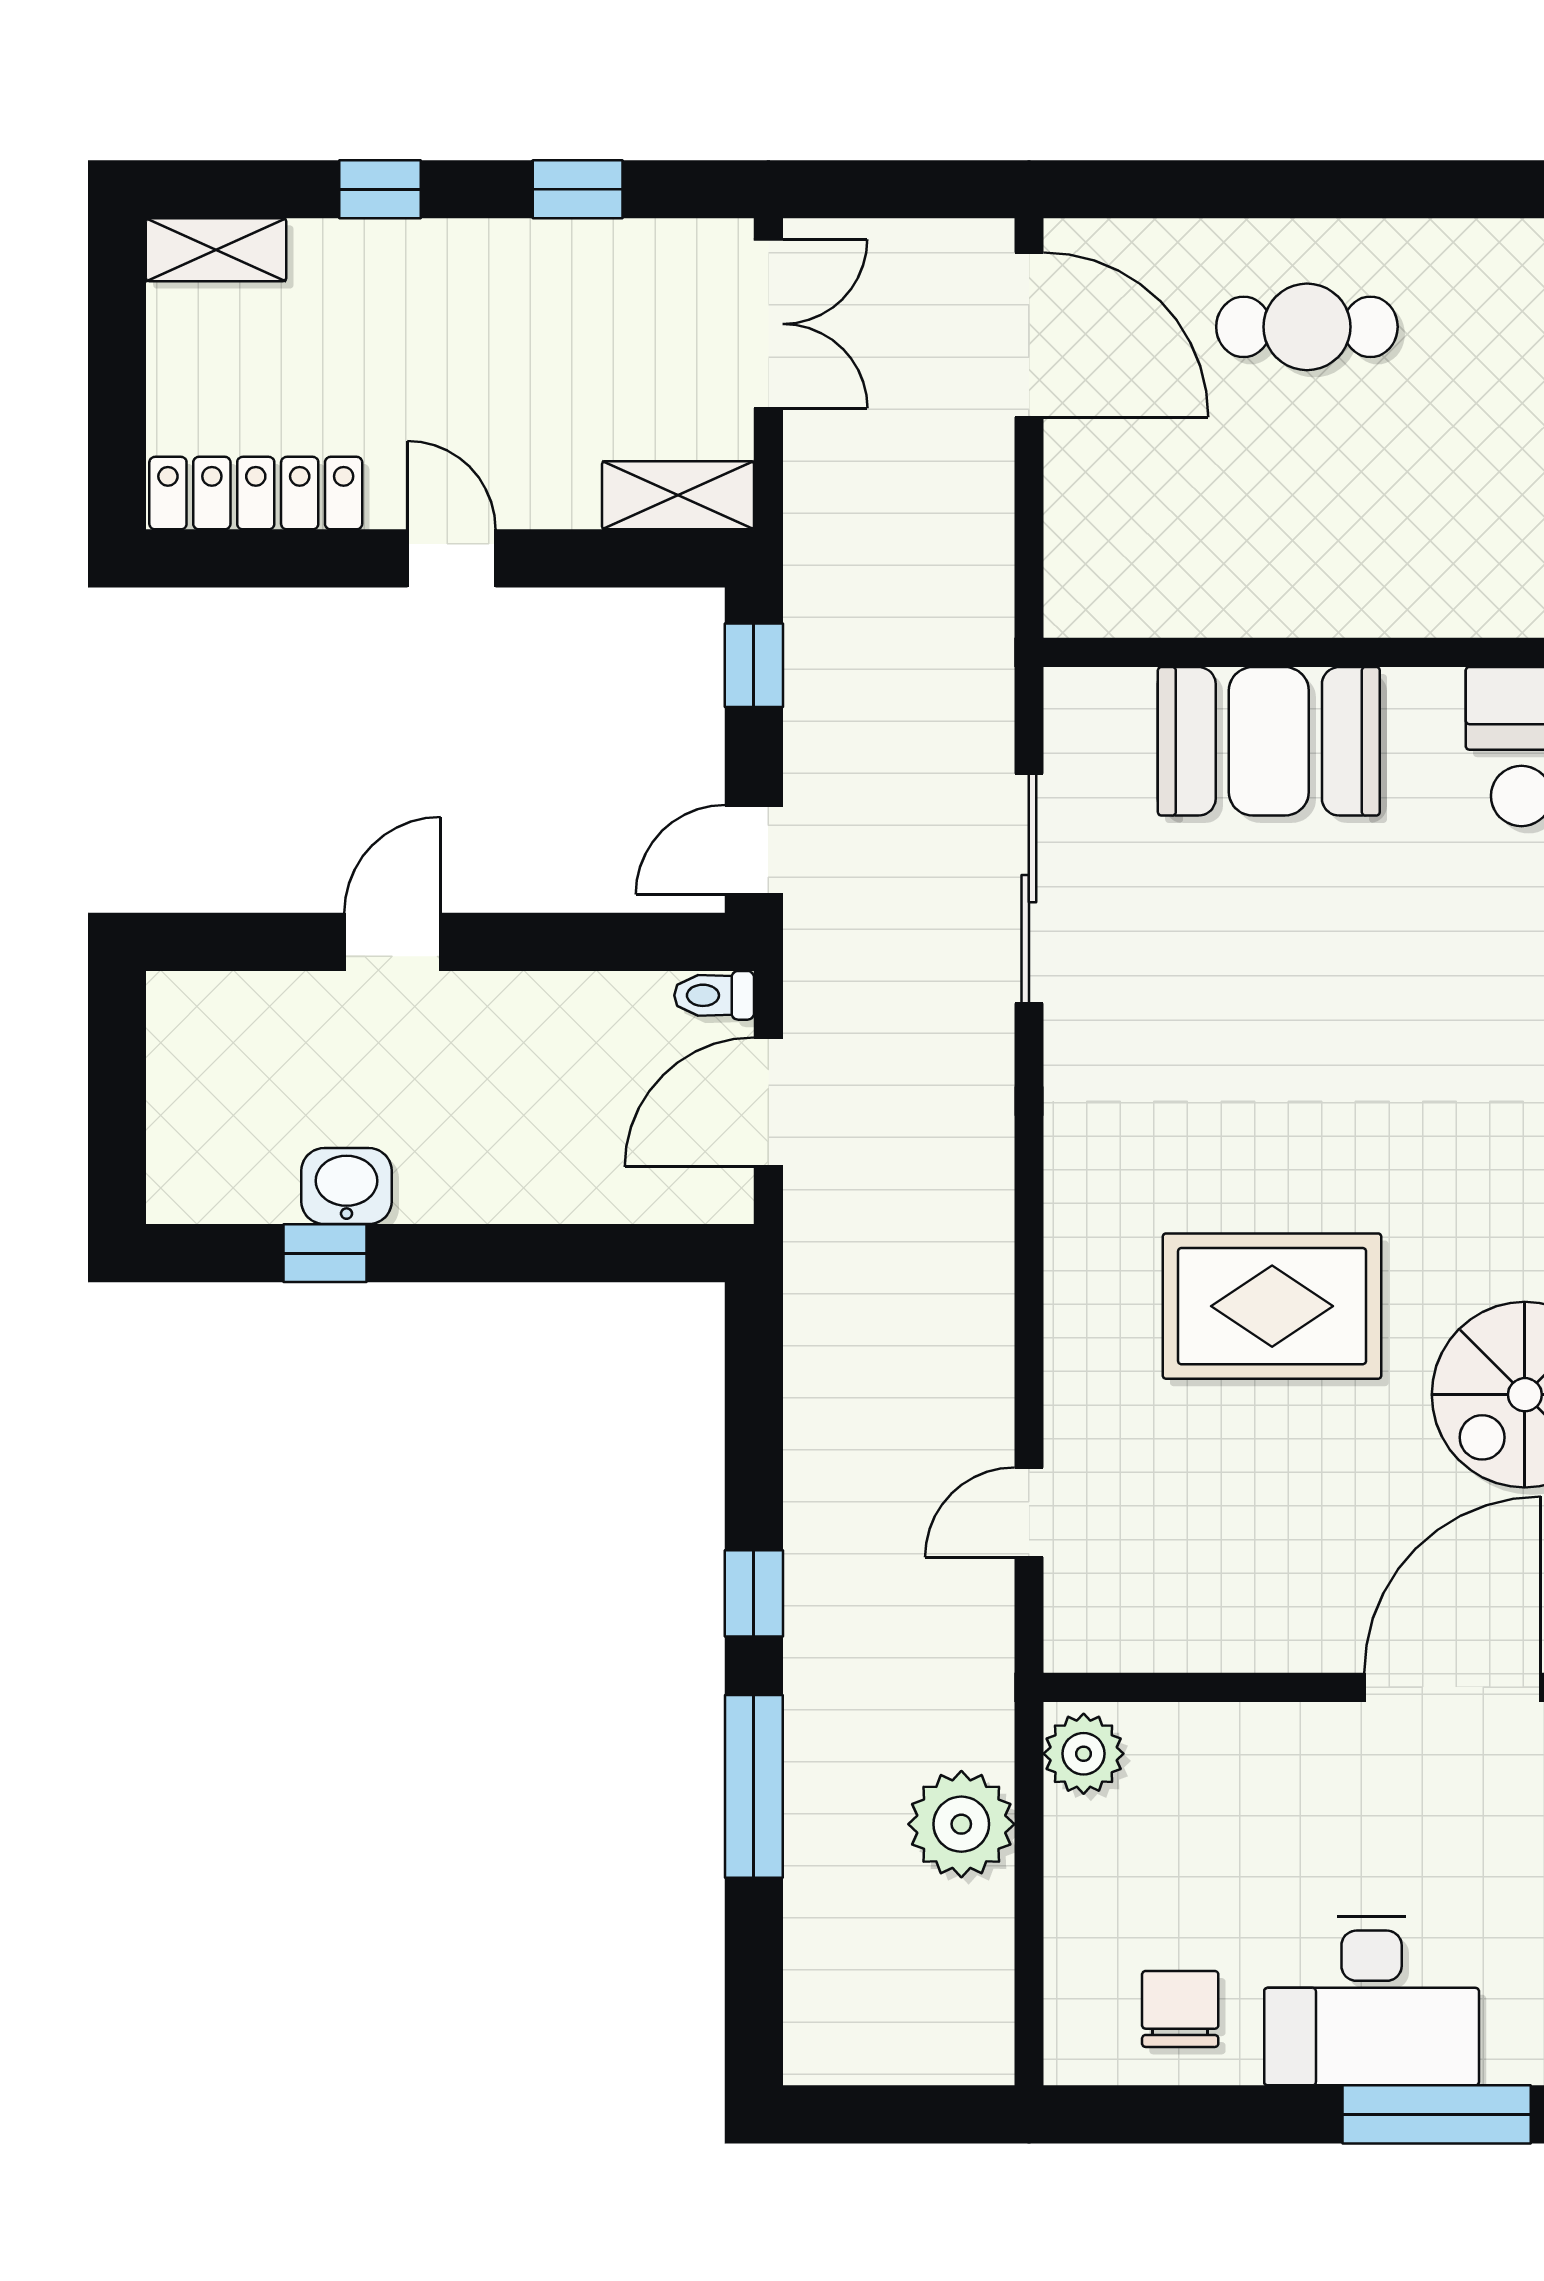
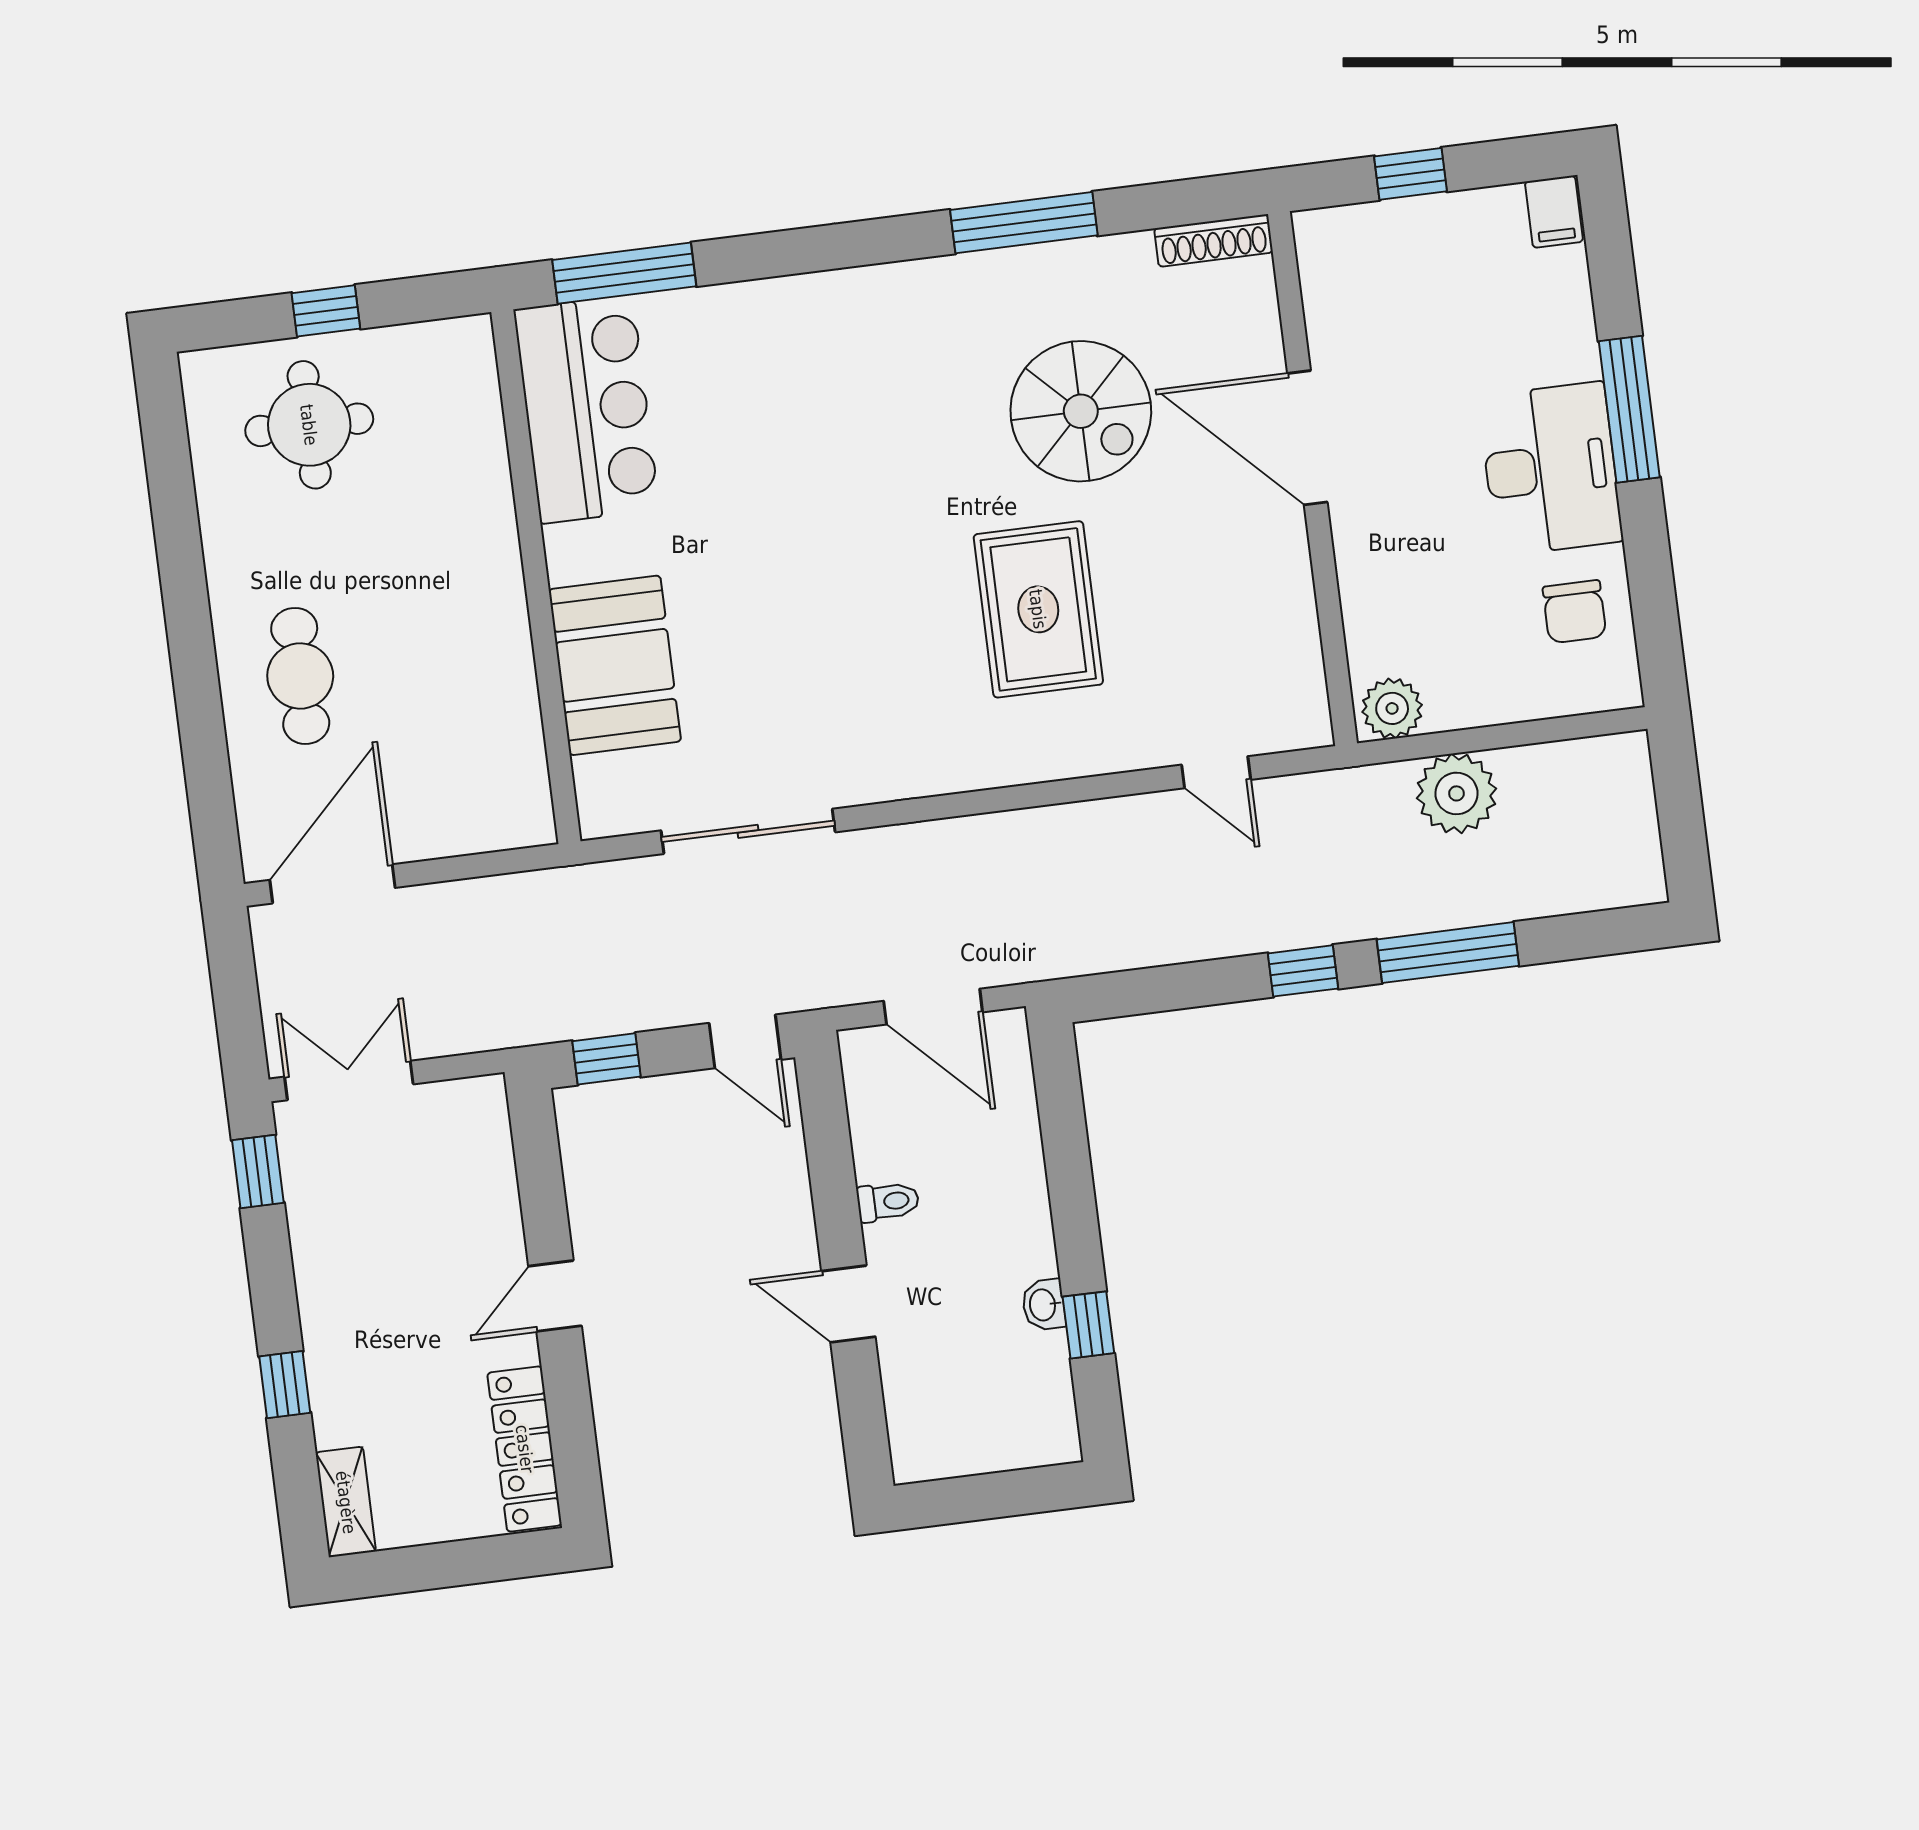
window: (578, 189) -> (258, 1171), moved
shelving: (678, 495) -> (486, 1132), removed
toilet: (714, 995) -> (888, 1202), moved, turned -90
washbasin: (347, 1186) -> (1044, 1305), width x0.72, depth x0.69
chair: (1180, 2009) -> (1574, 612), turned -90

